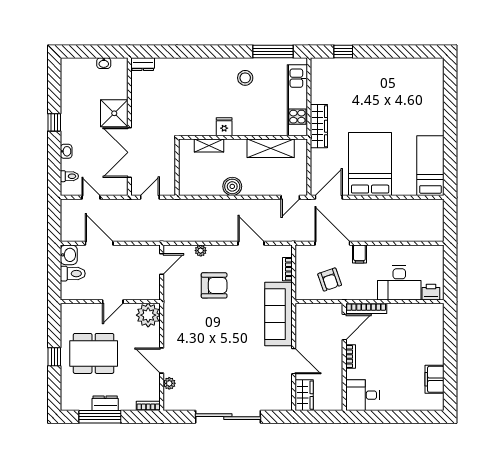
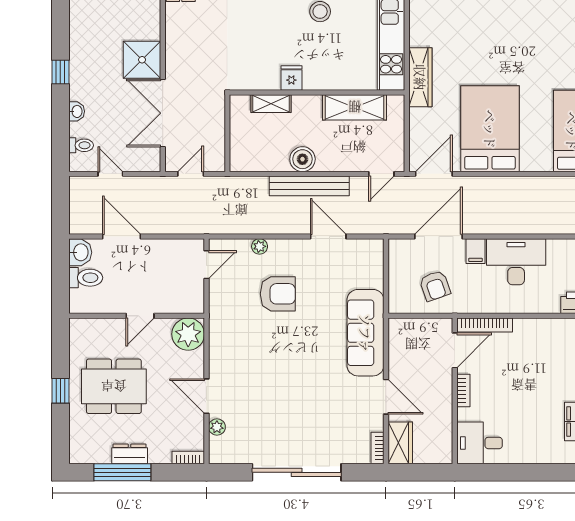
bench: (237, 206) -> (309, 186), added
door: (332, 243) -> (439, 237), hinge flipped
bookcase: (287, 269) -> (377, 448), moved
desk: (399, 283) -> (516, 262), moved, turned 180

